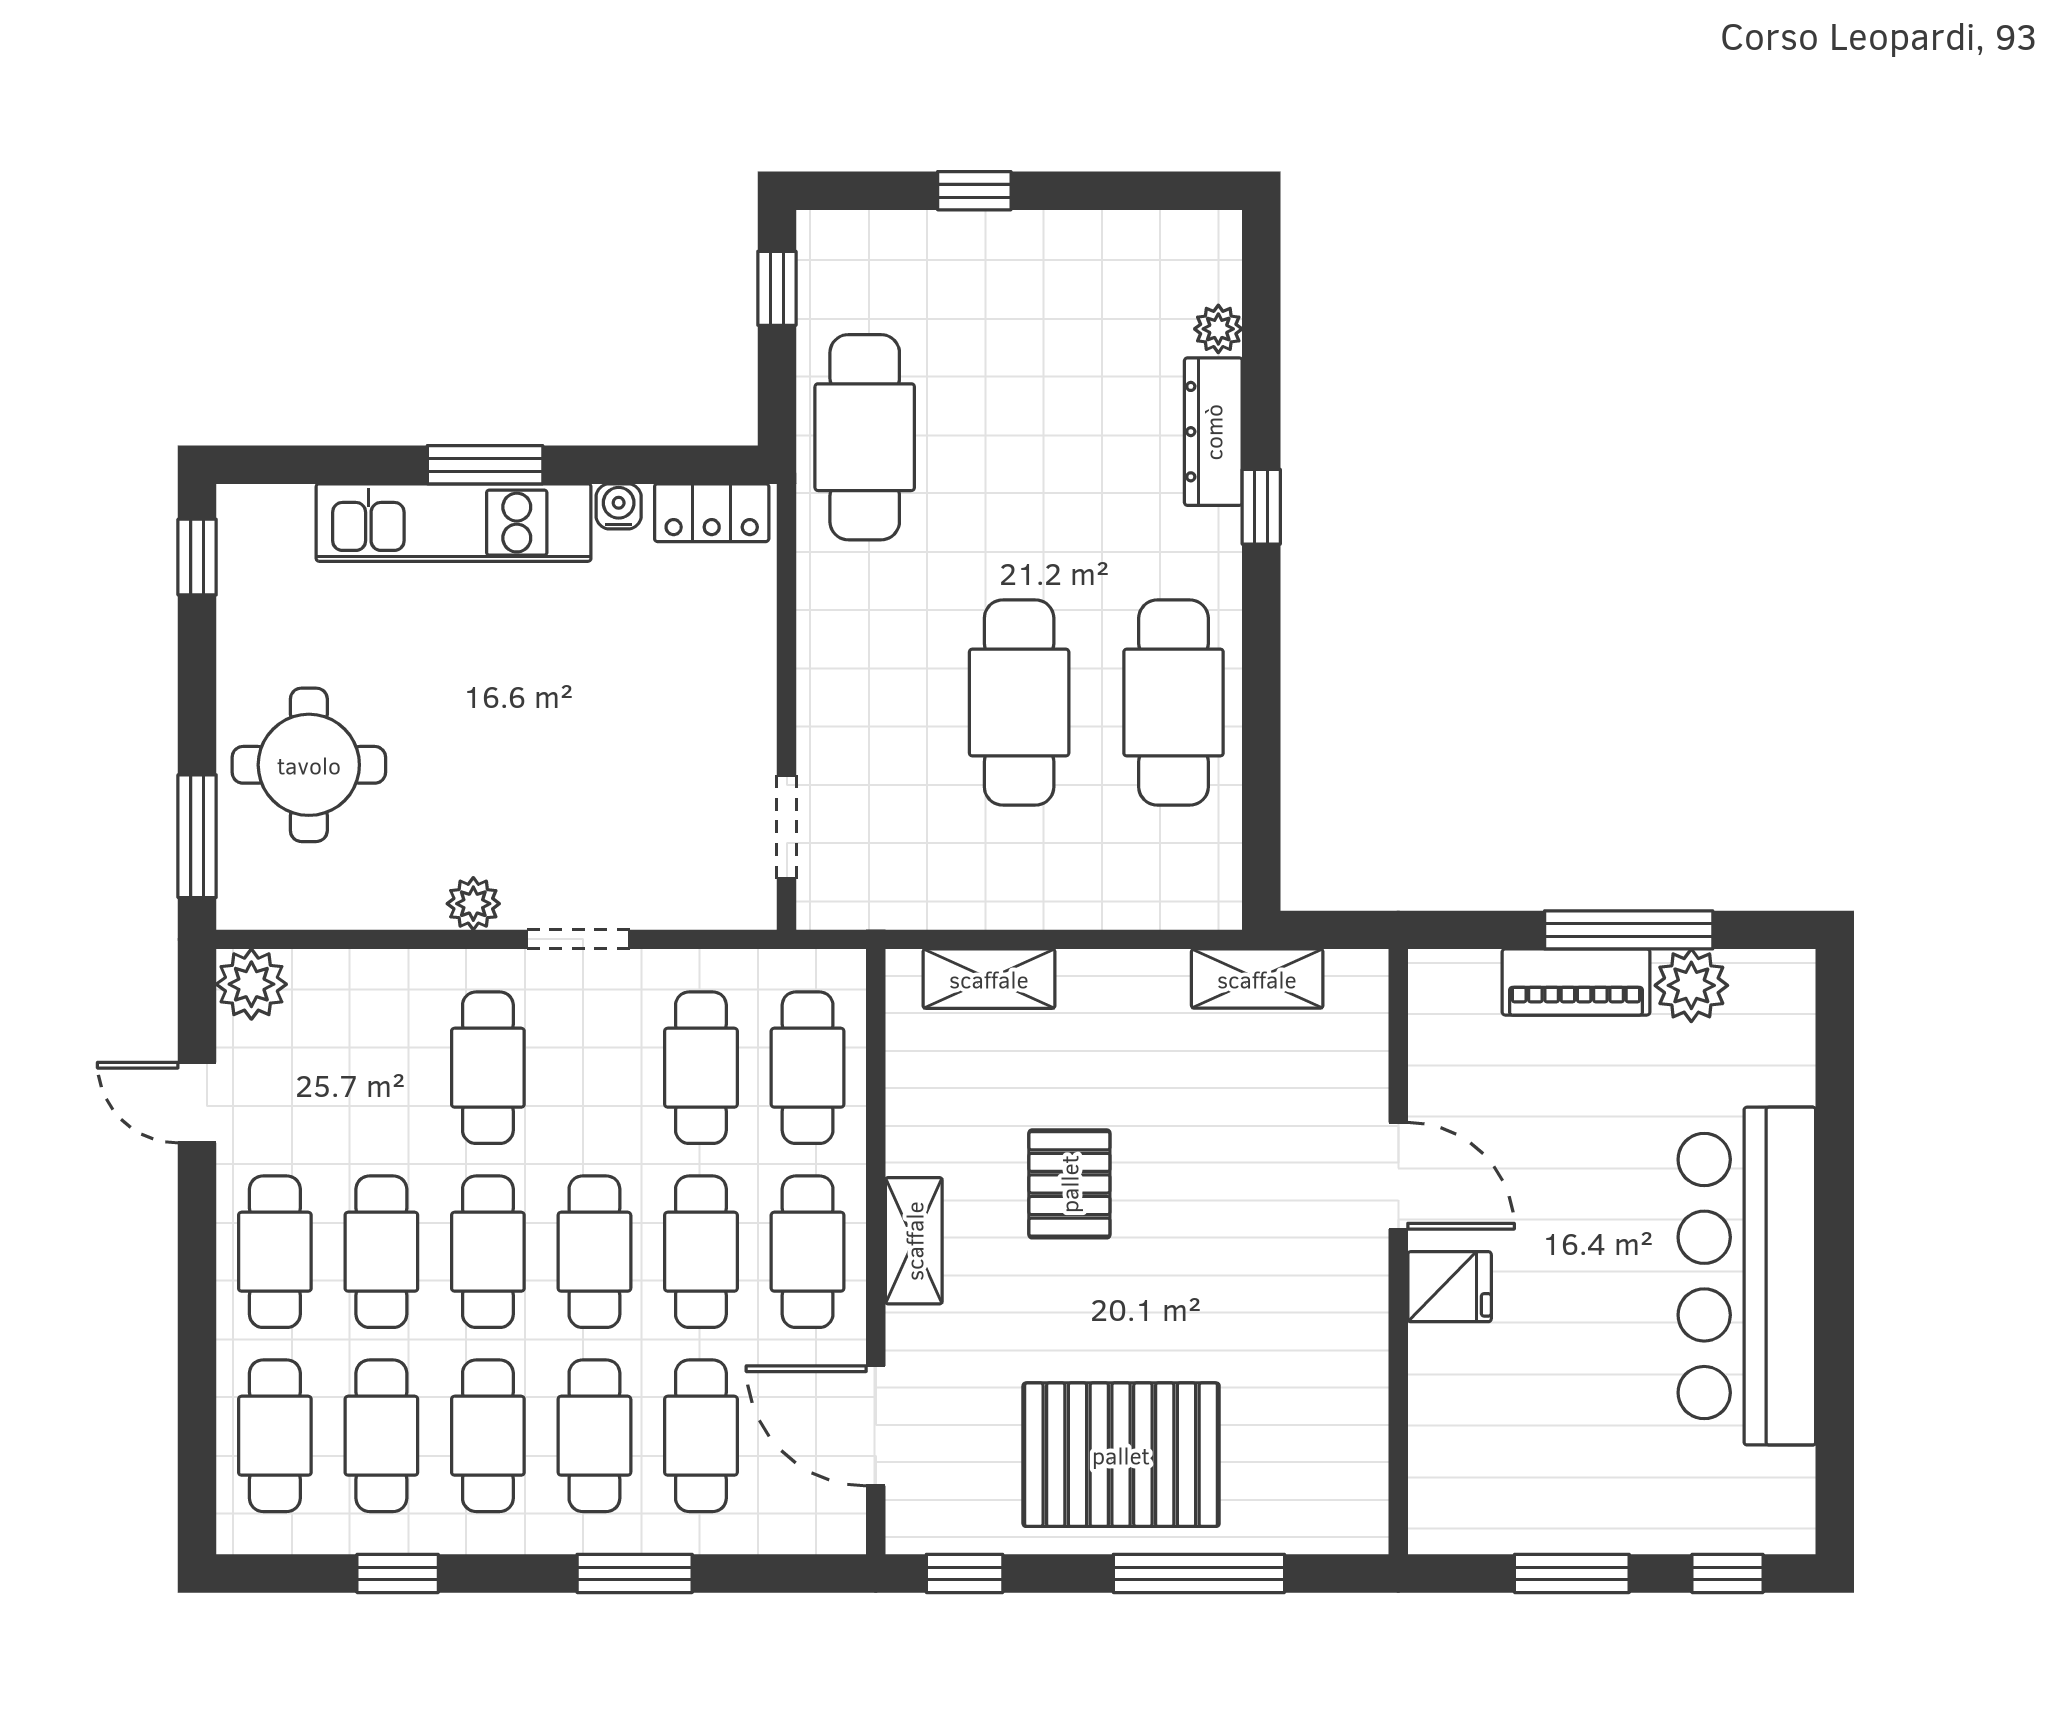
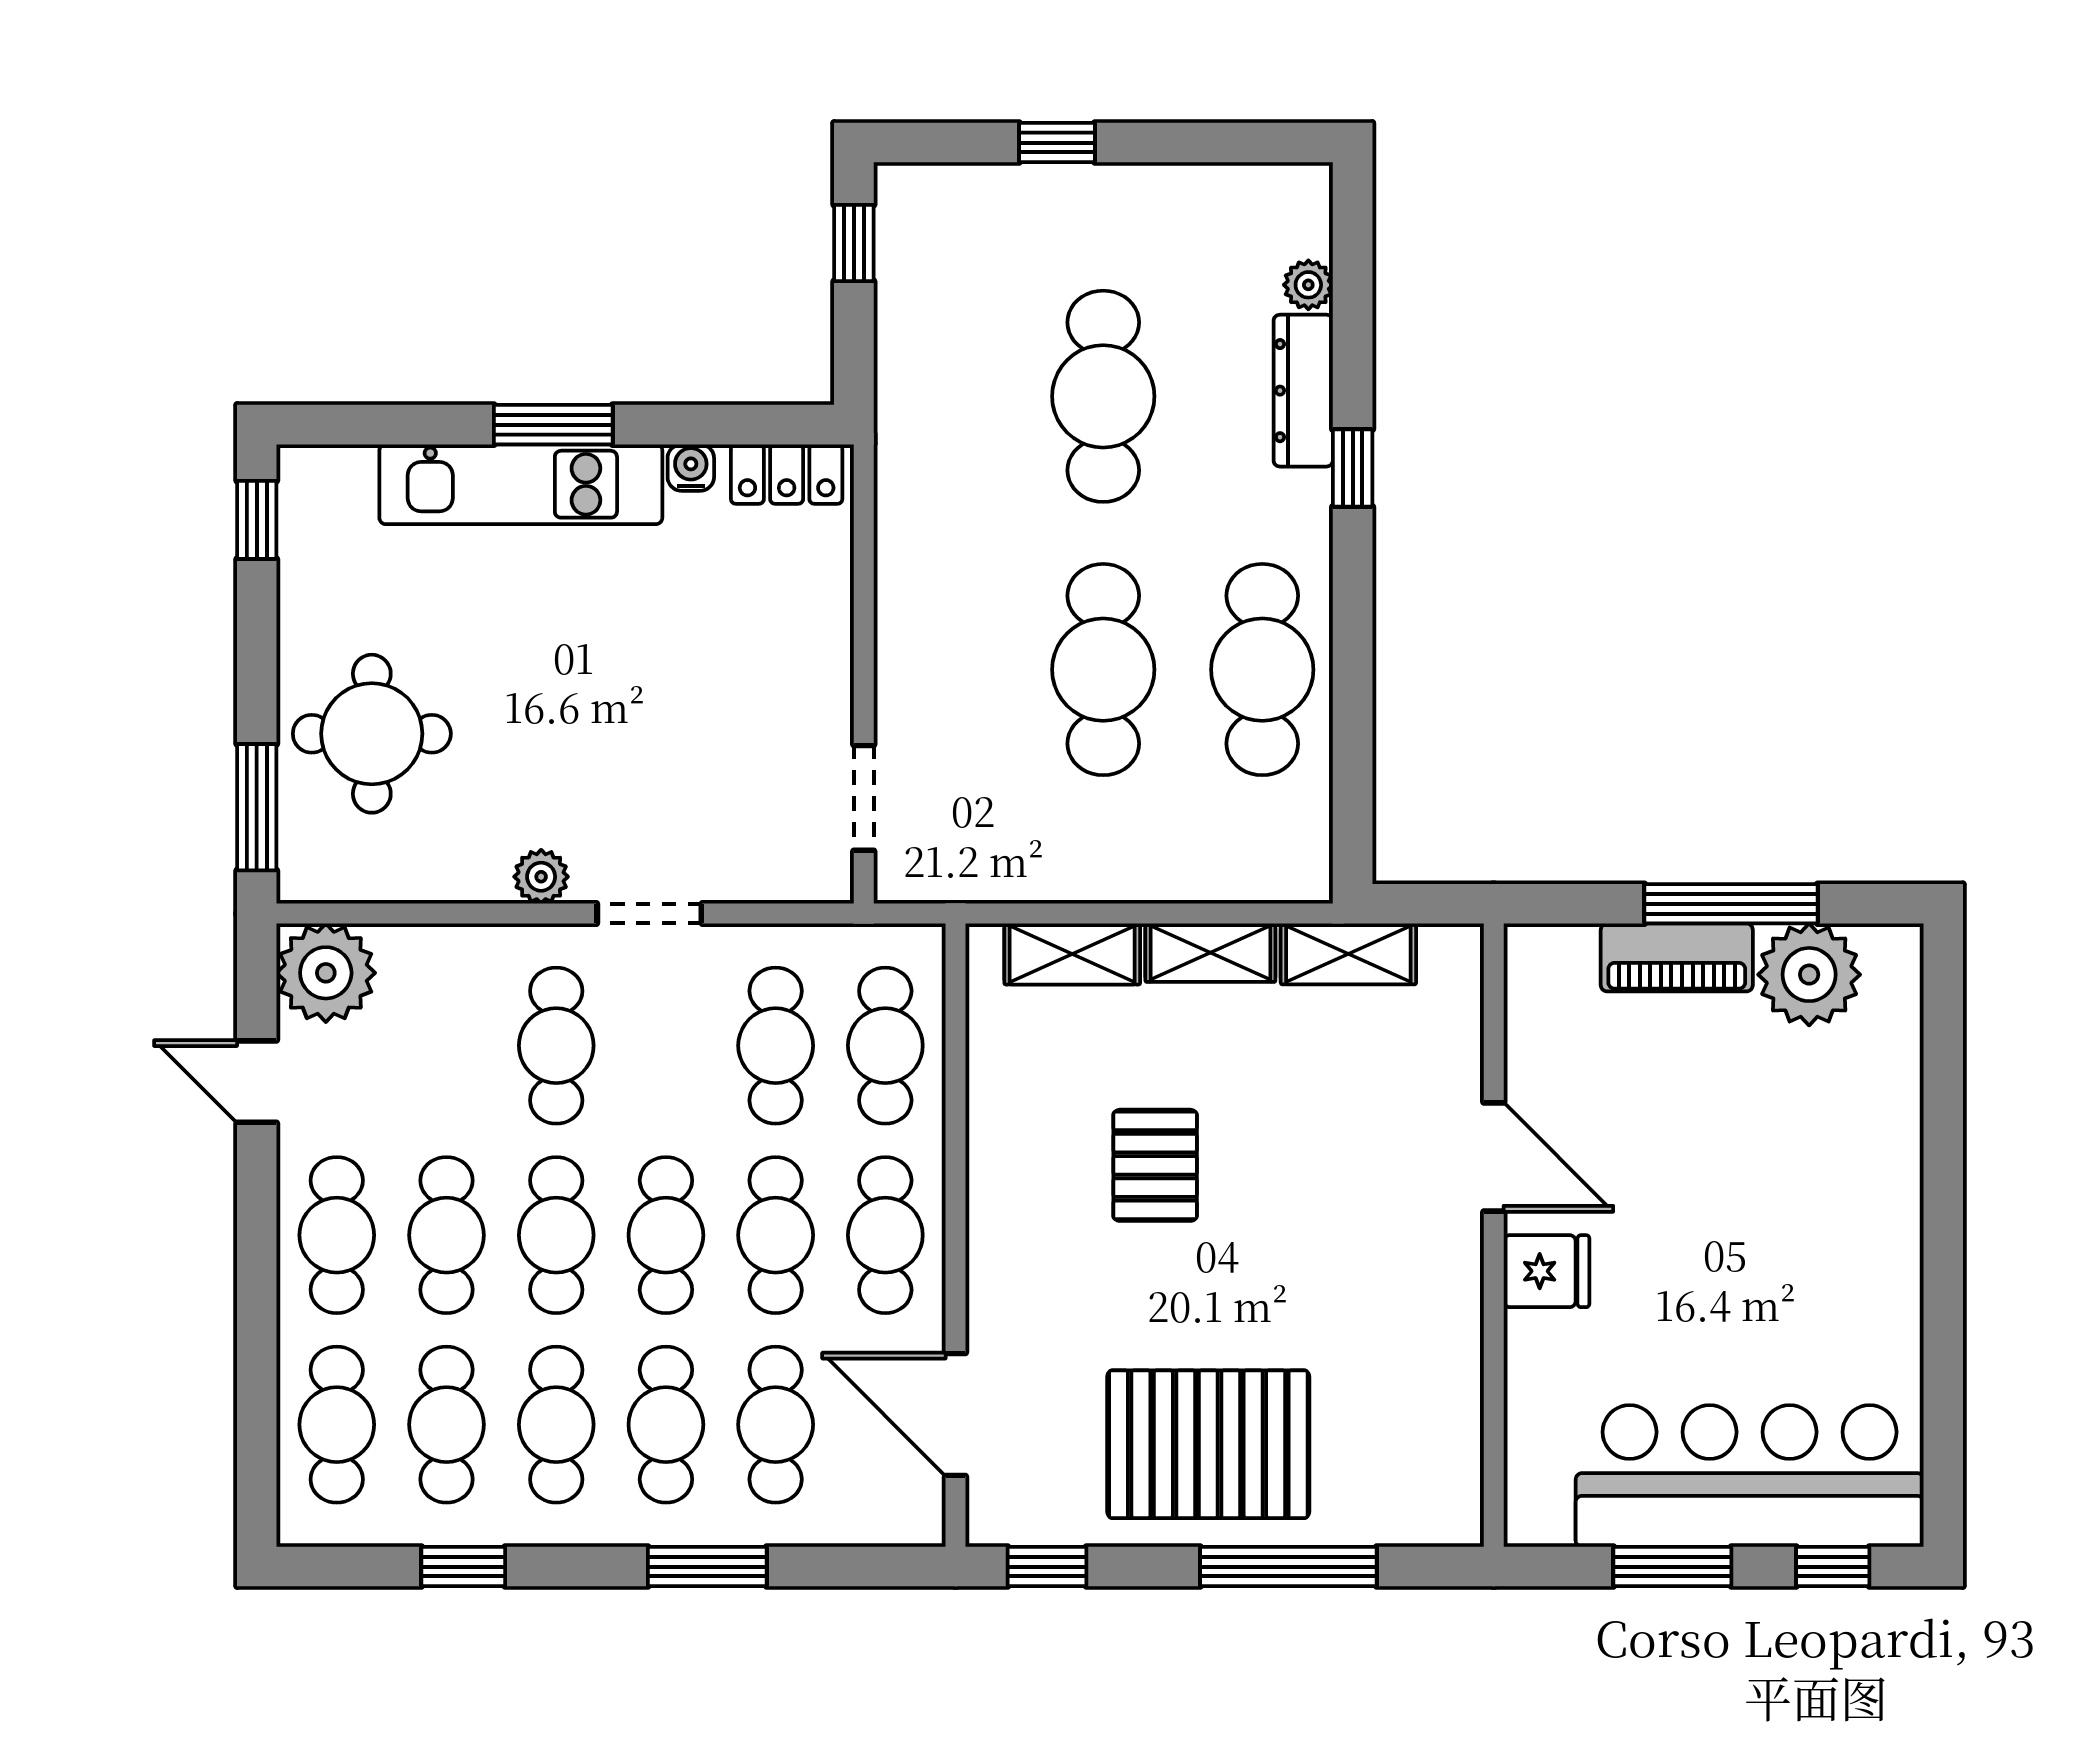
cafe table: (865, 437) -> (1103, 396), moved
plant: (251, 984) -> (326, 973), width x1.36, depth x1.36
plant: (1691, 985) -> (1809, 975), width x1.36, depth x1.36
shelving: (914, 1241) -> (1210, 953), moved, turned 90
bar counter: (1747, 1276) -> (1750, 1476), moved, turned 90

